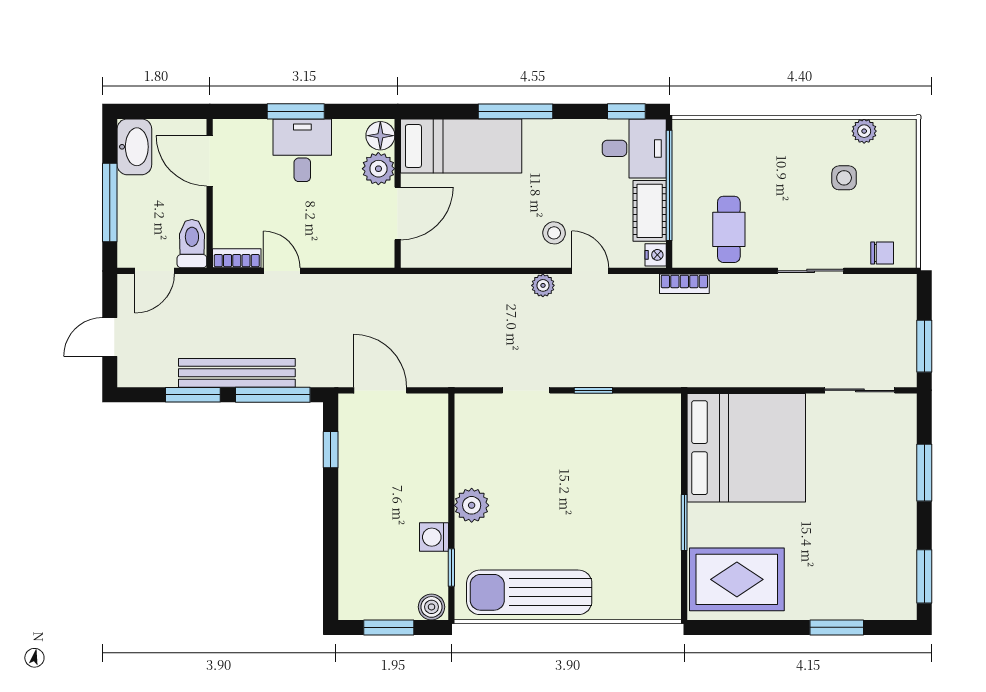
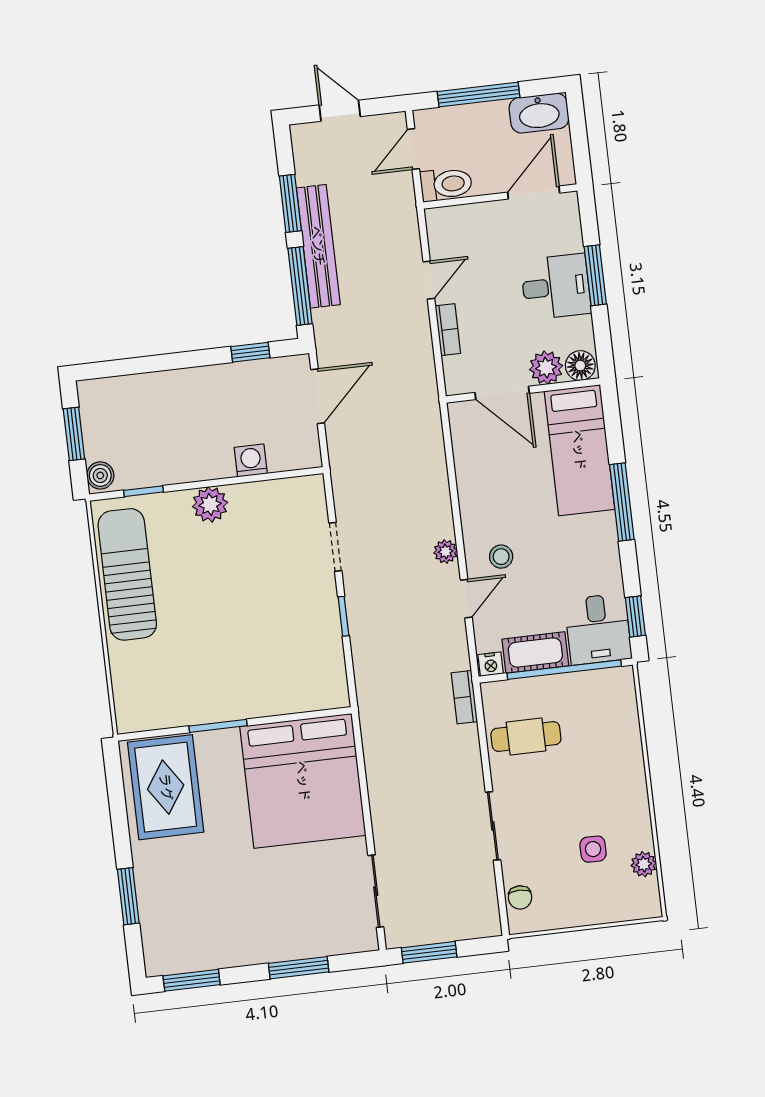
bookcase: (237, 258) -> (448, 330), moved
door: (155, 271) -> (413, 149), hinge flipped
washing machine: (434, 537) -> (251, 460), moved

